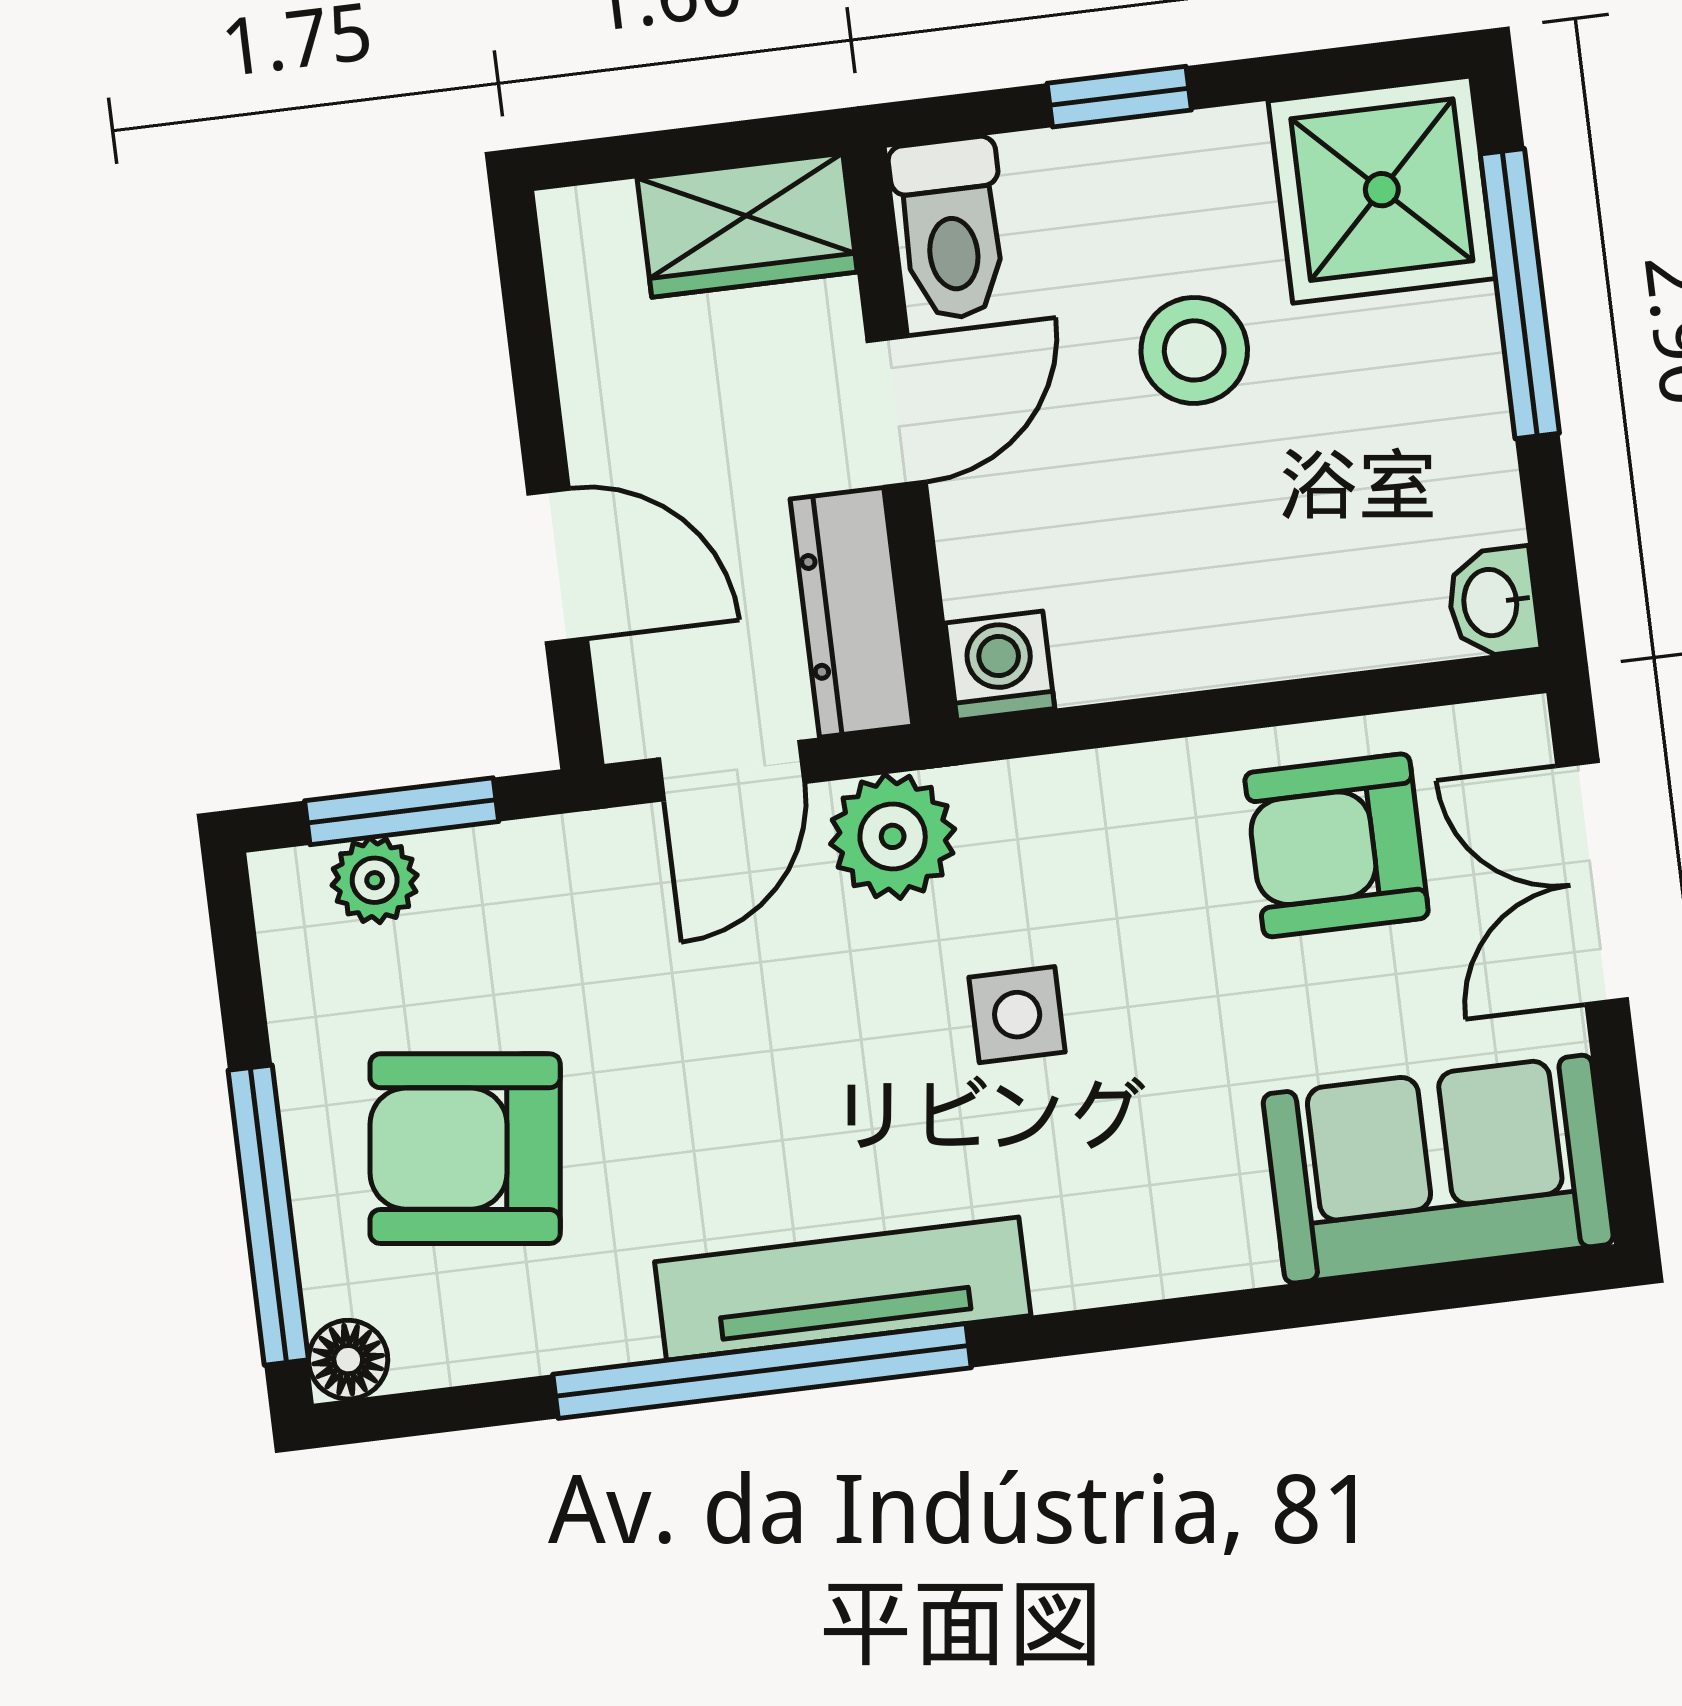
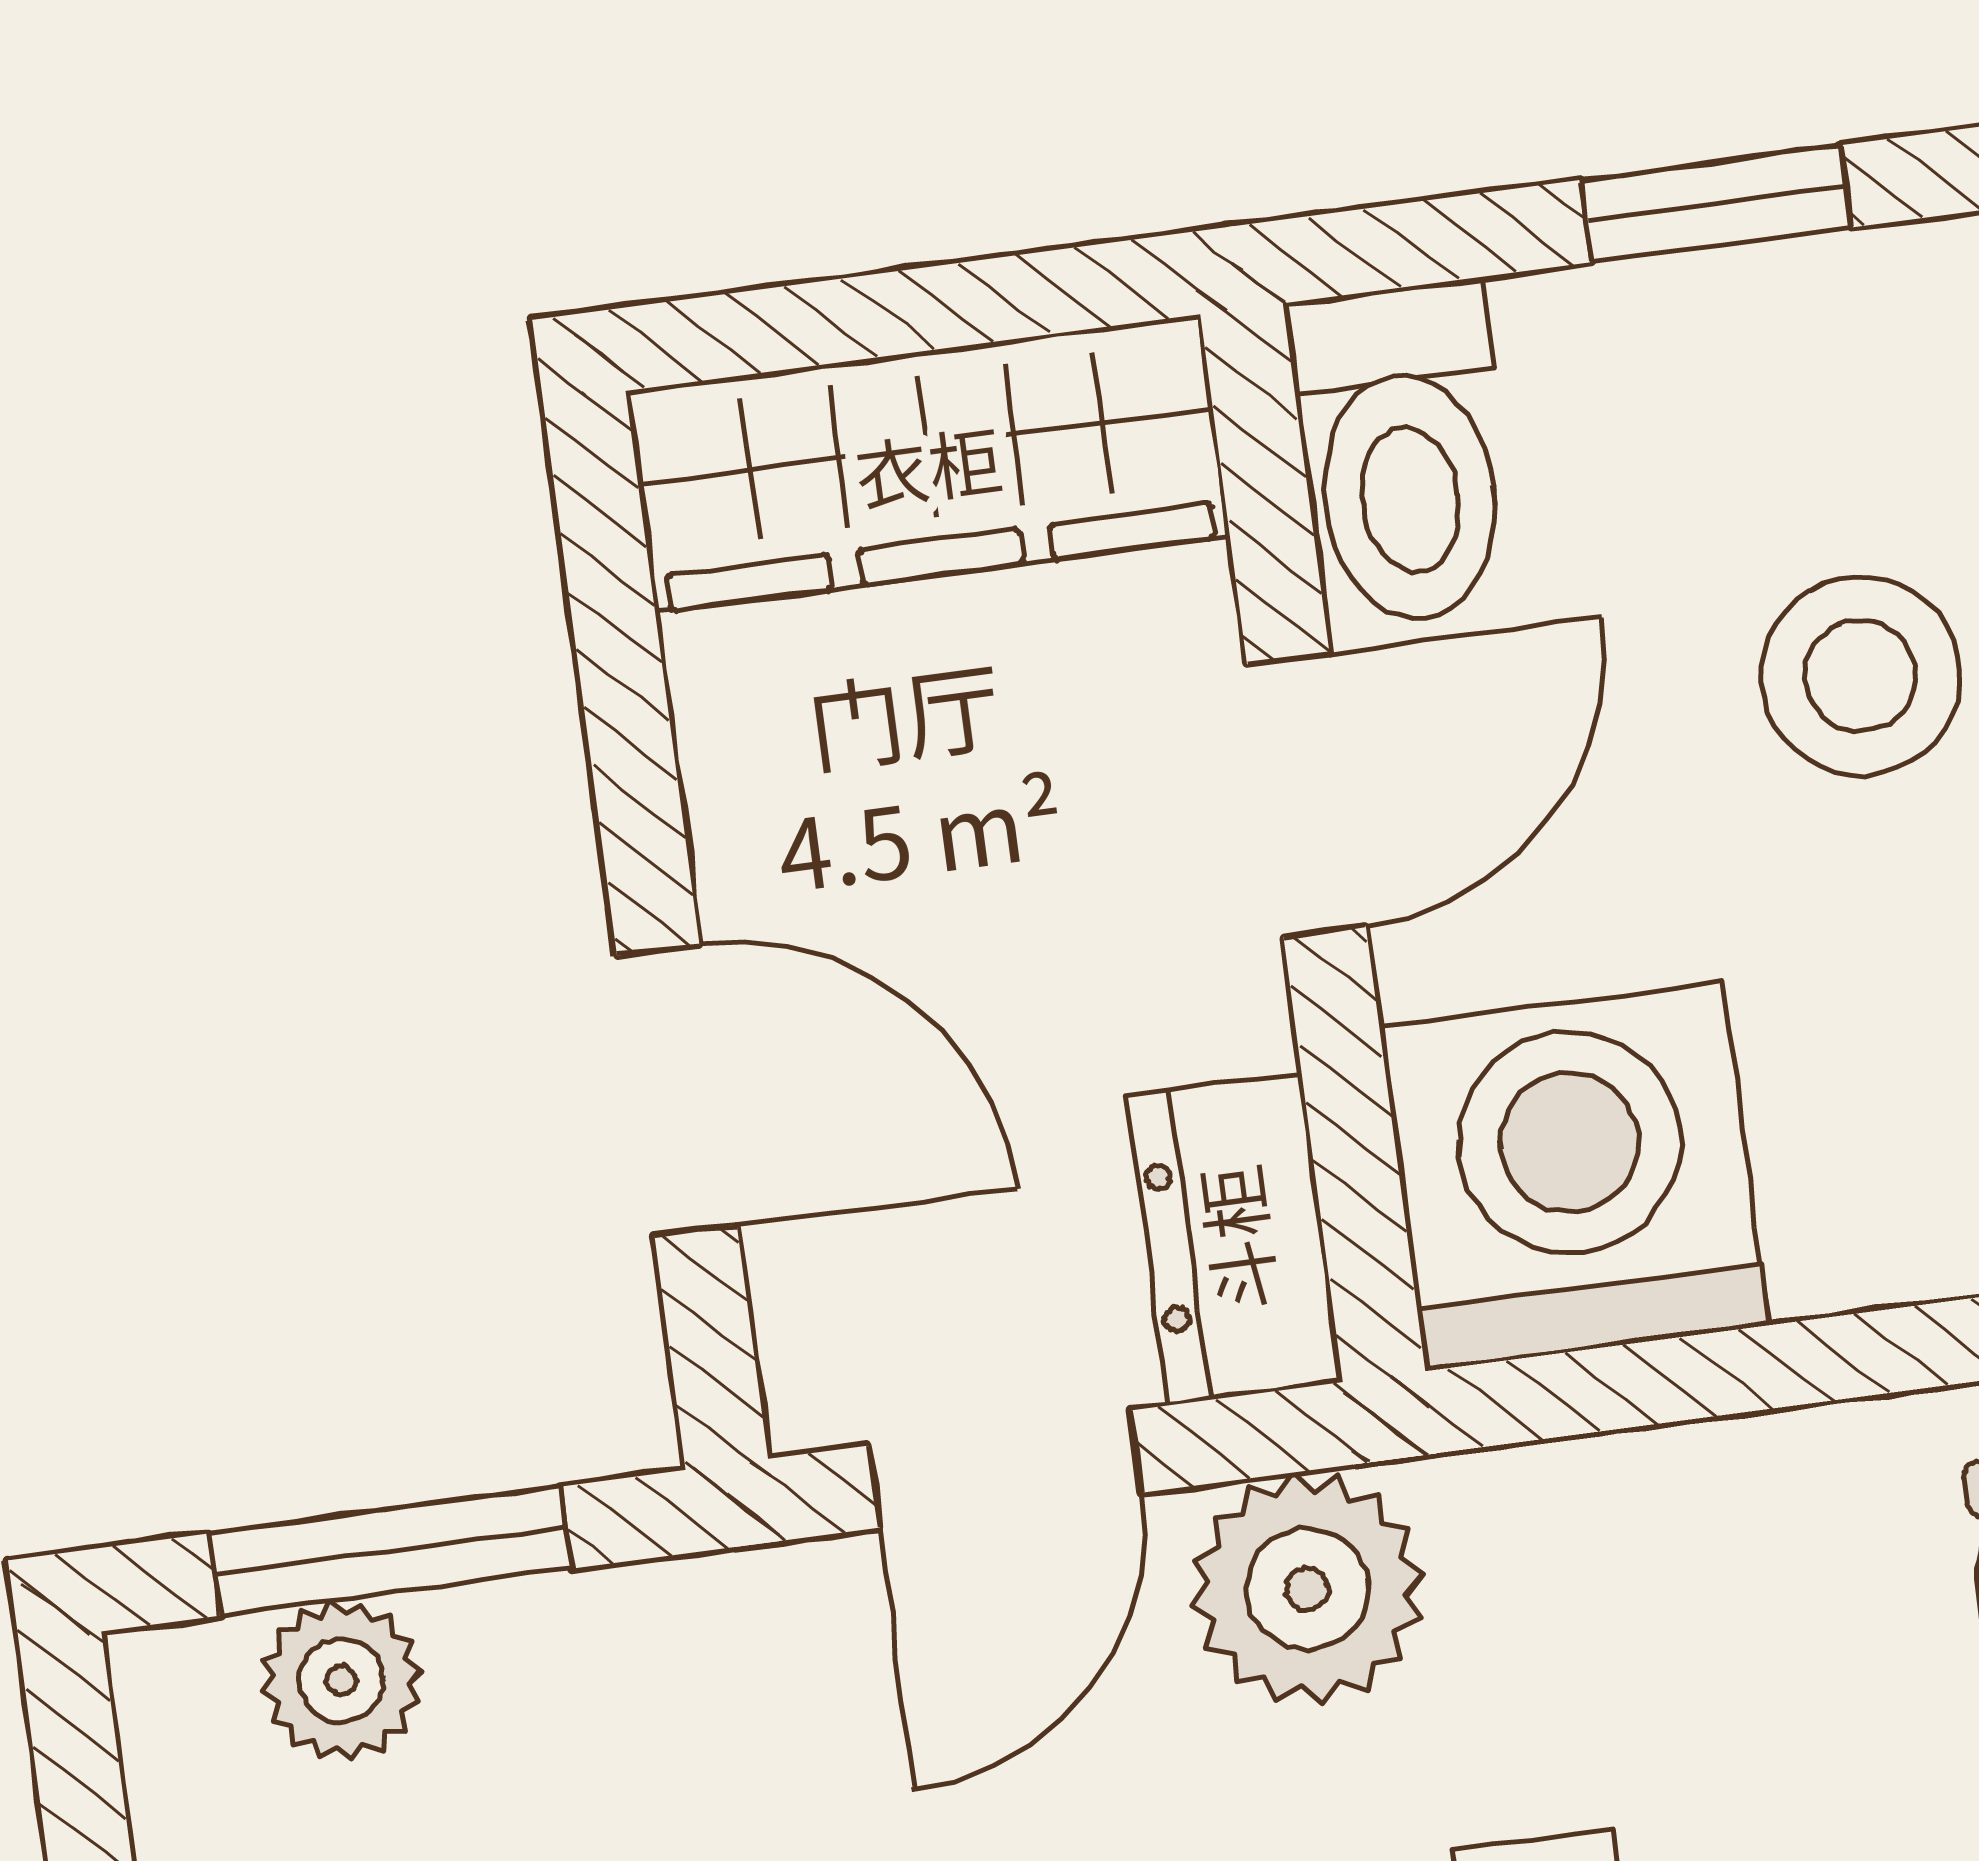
wardrobe: (747, 225) -> (928, 464), width x1.50
dresser: (852, 612) -> (1235, 1239), width x0.70
washing machine: (1000, 666) -> (1574, 1176), width x1.89, depth x1.89

